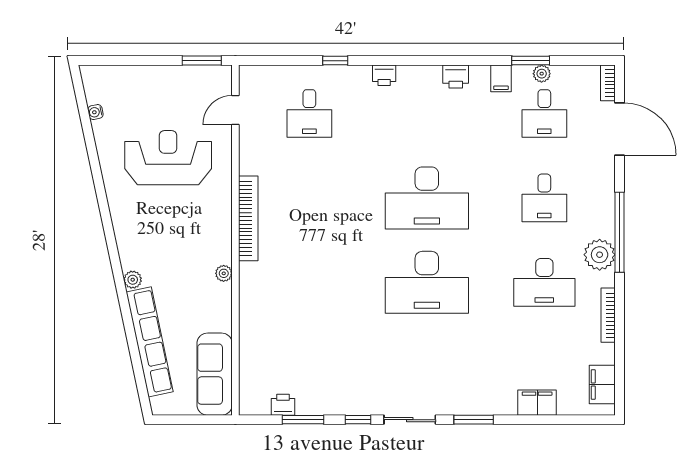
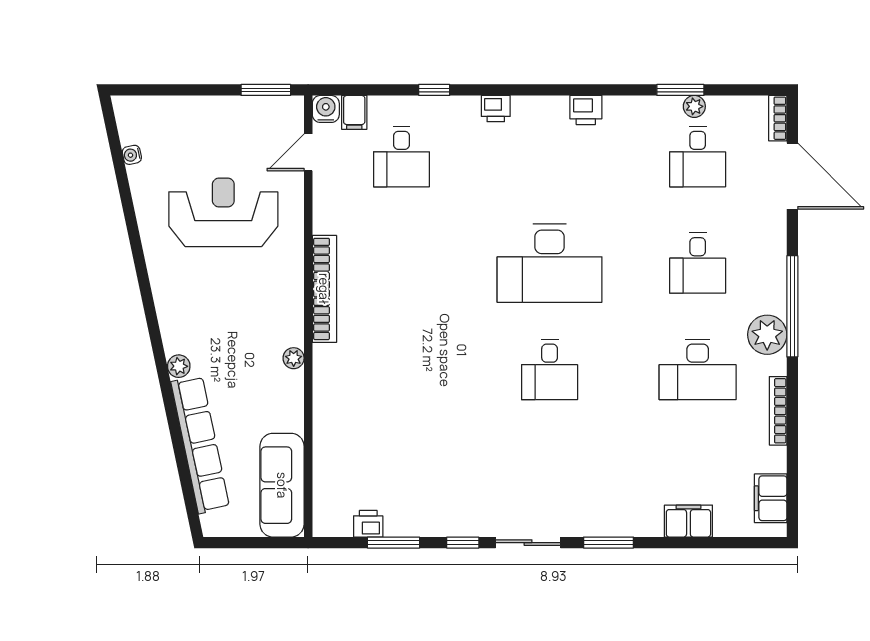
water cooler: (249, 76) -> (326, 109), added
filing cabinet: (501, 78) -> (354, 112), moved
desk: (427, 282) -> (550, 369), width x0.53, depth x0.77

